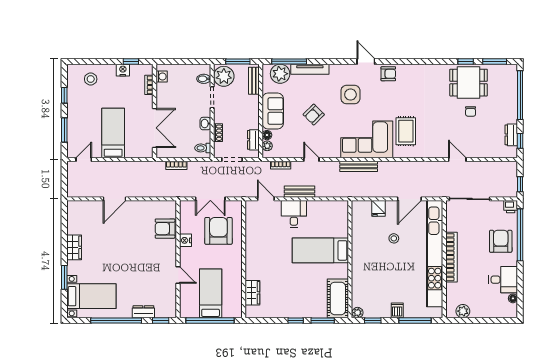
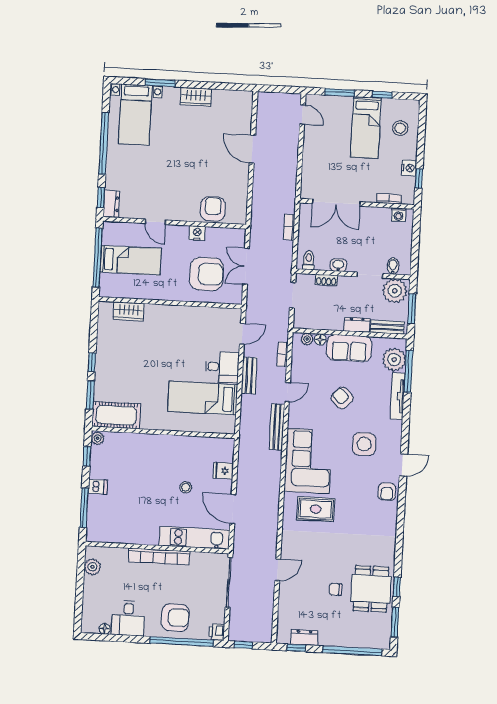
bed: (113, 133) -> (366, 128), moved, turned 90
dresser: (253, 140) -> (357, 325), moved
bench: (359, 166) -> (277, 427), moved
bed: (320, 250) -> (203, 398), moved, turned -90
kitchen unit: (435, 254) -> (194, 538), width x0.54
door: (178, 275) -> (155, 222), hinge flipped
dresser: (143, 312) -> (111, 204), moved

